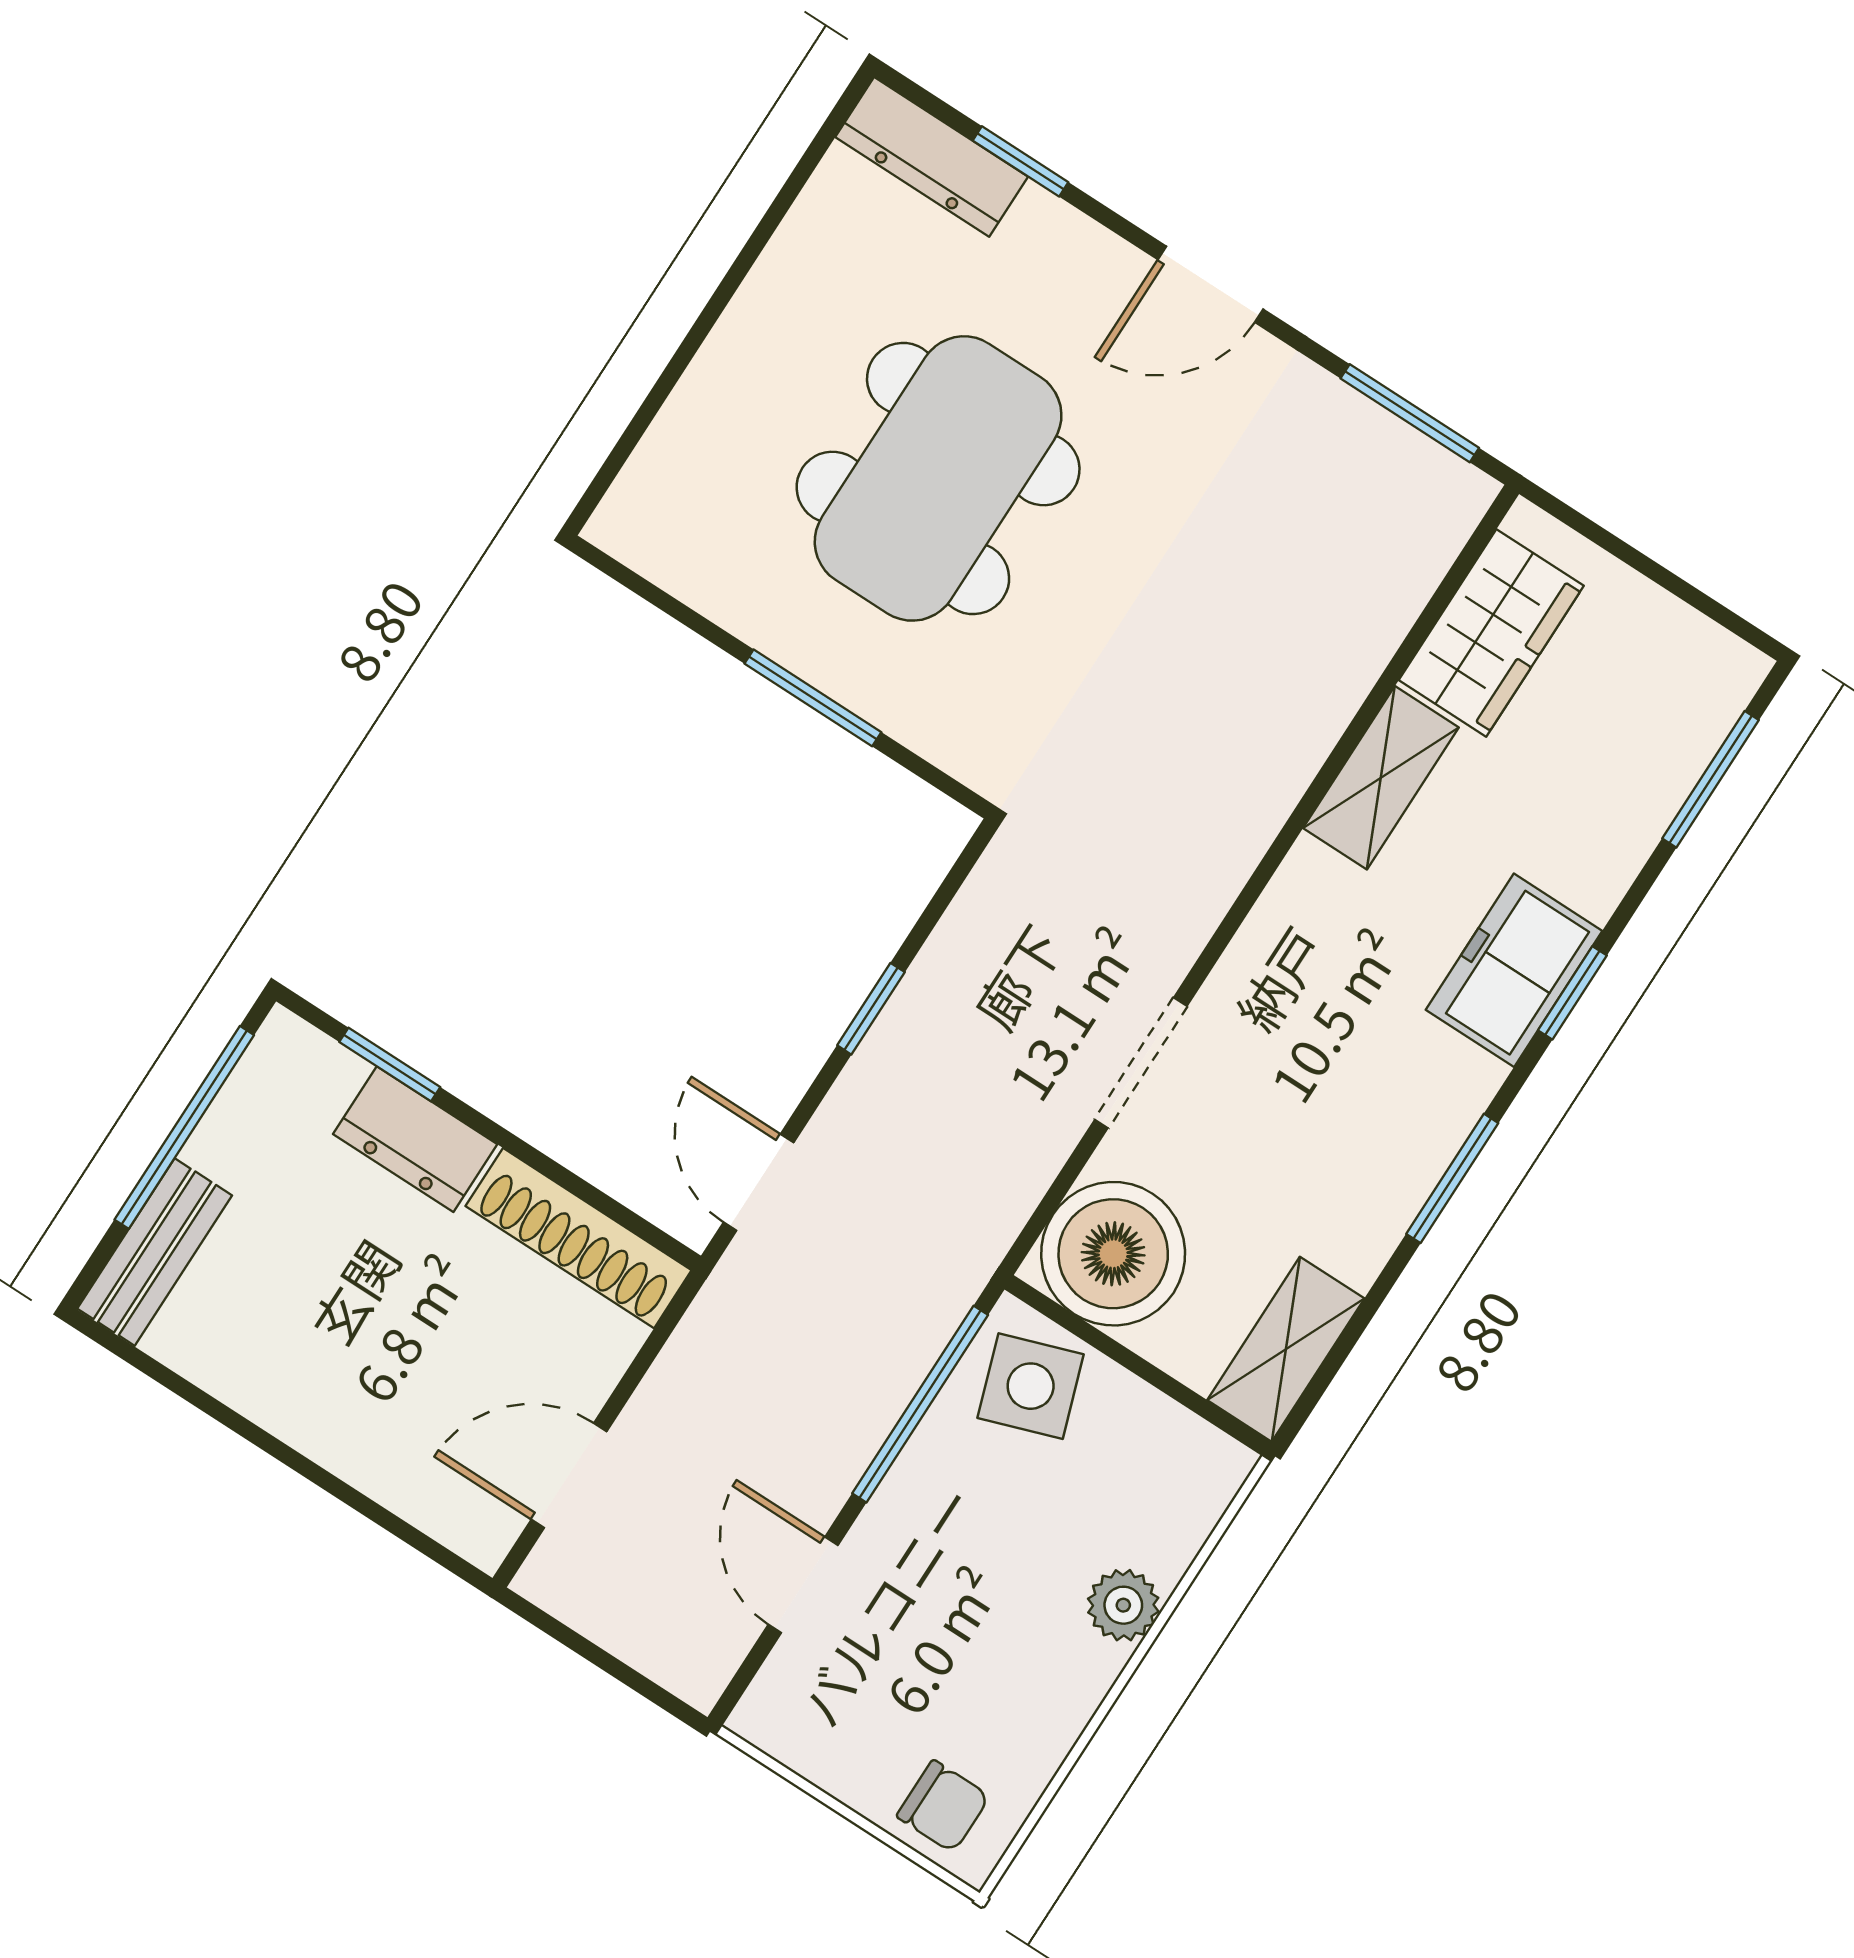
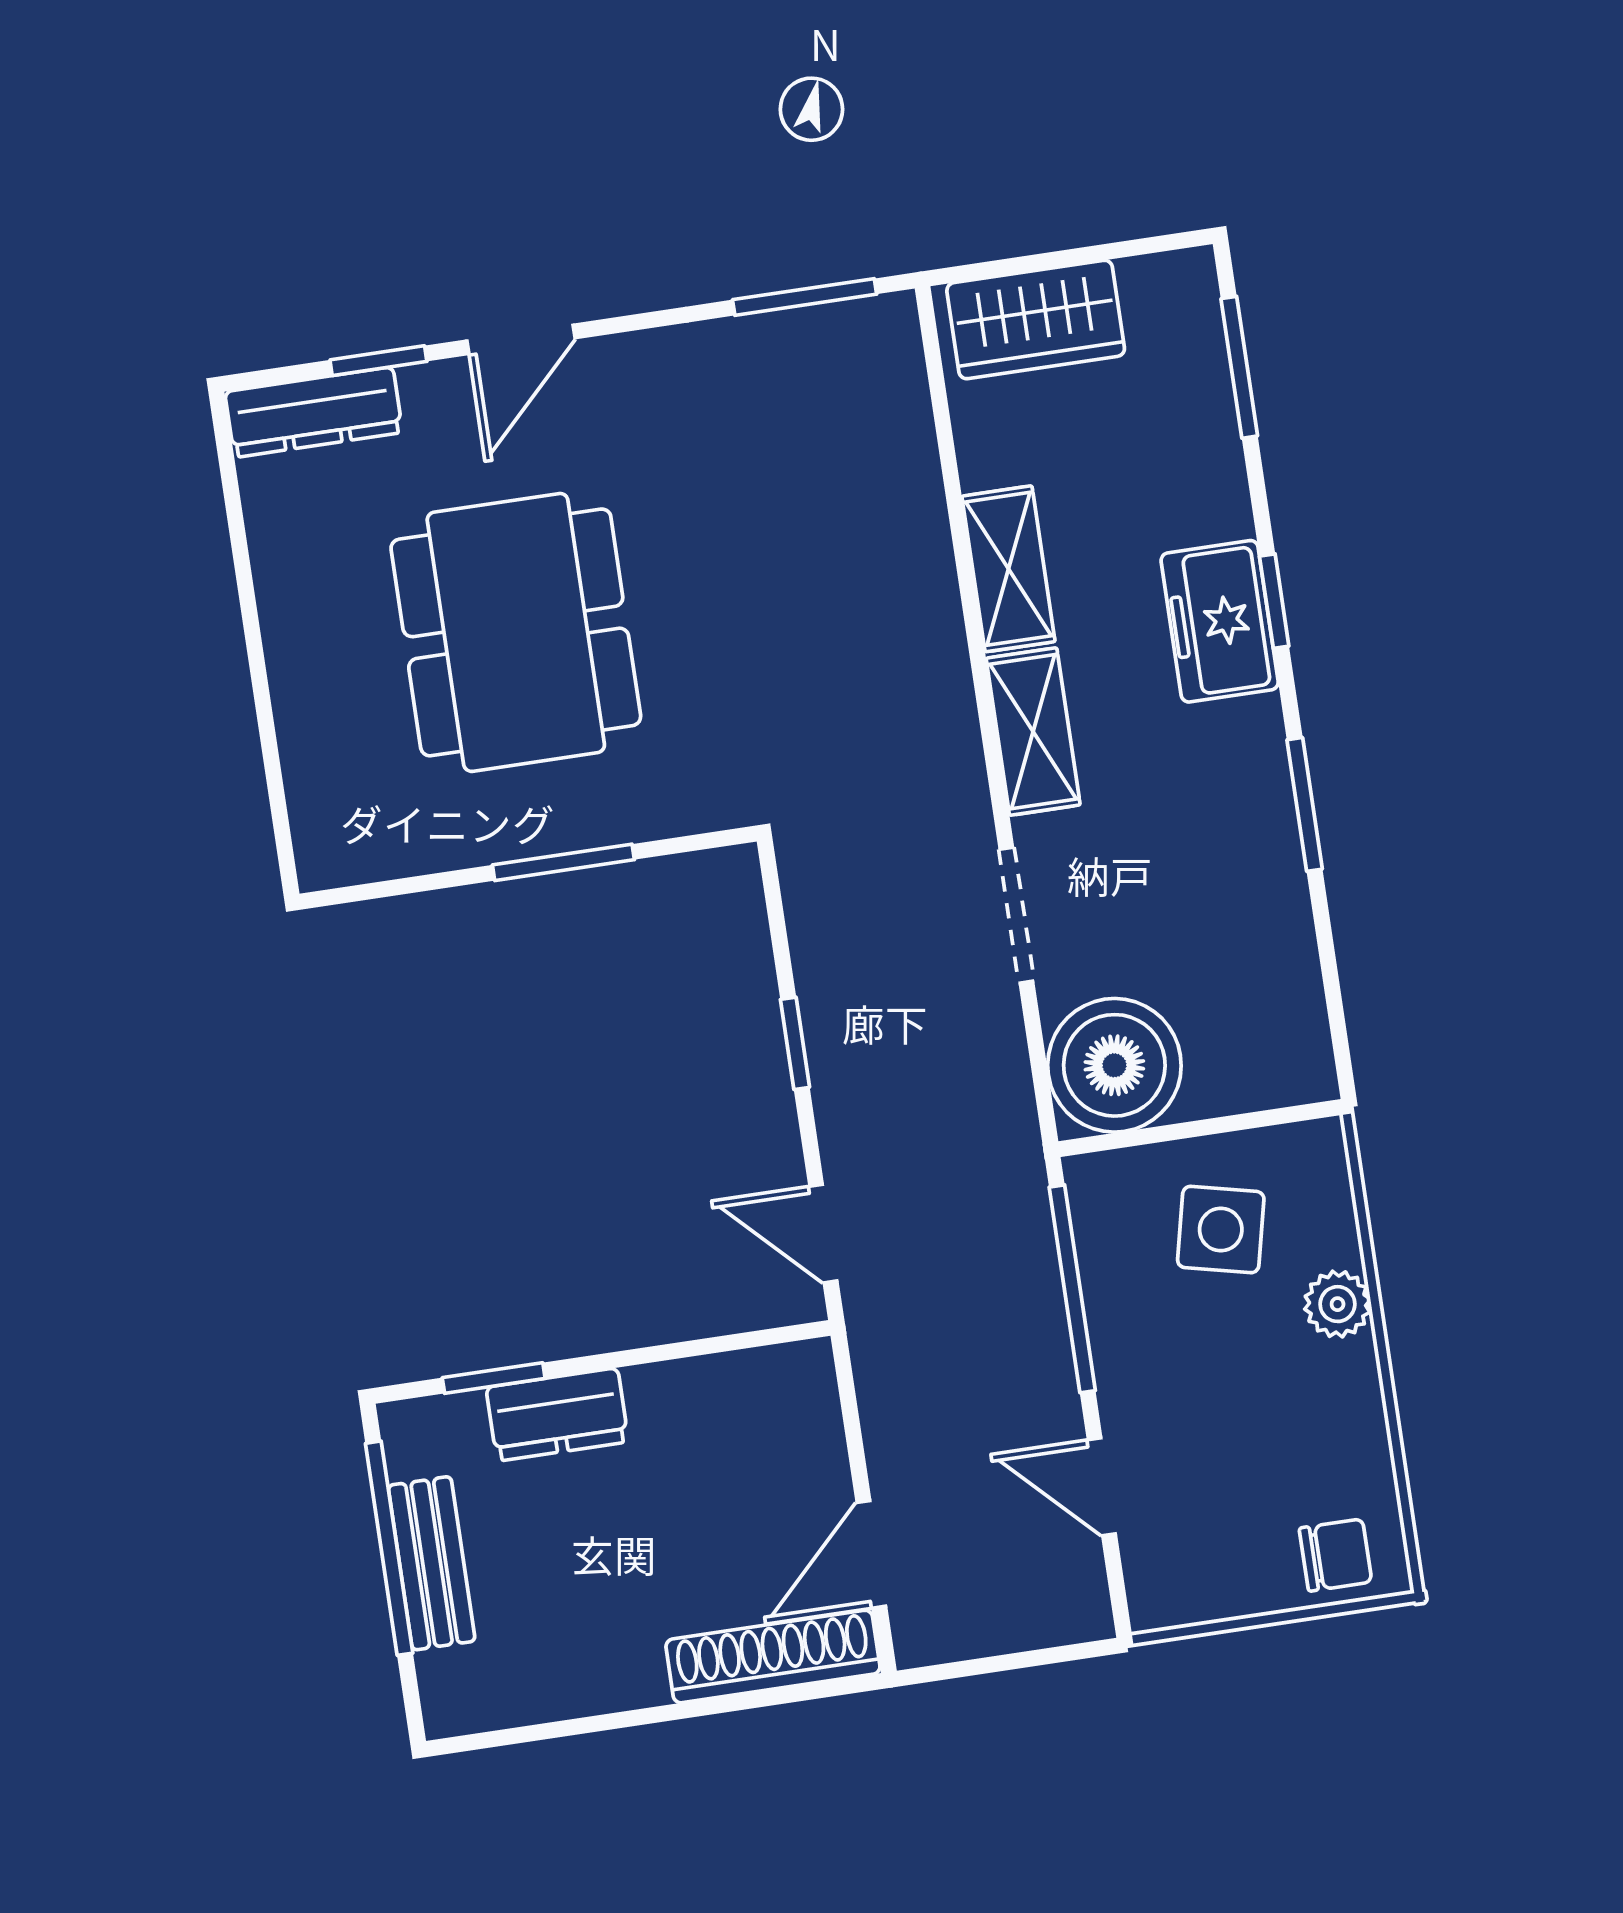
door: (1211, 284) -> (521, 339), moved
wardrobe: (1491, 633) -> (1036, 319), moved, turned 90
shoe rack: (579, 1238) -> (773, 1657), moved, turned 180
bench: (155, 1252) -> (432, 1563), moved
shelving: (1286, 1349) -> (1033, 732), moved
side table: (1031, 1386) -> (1221, 1230), moved, turned 32

